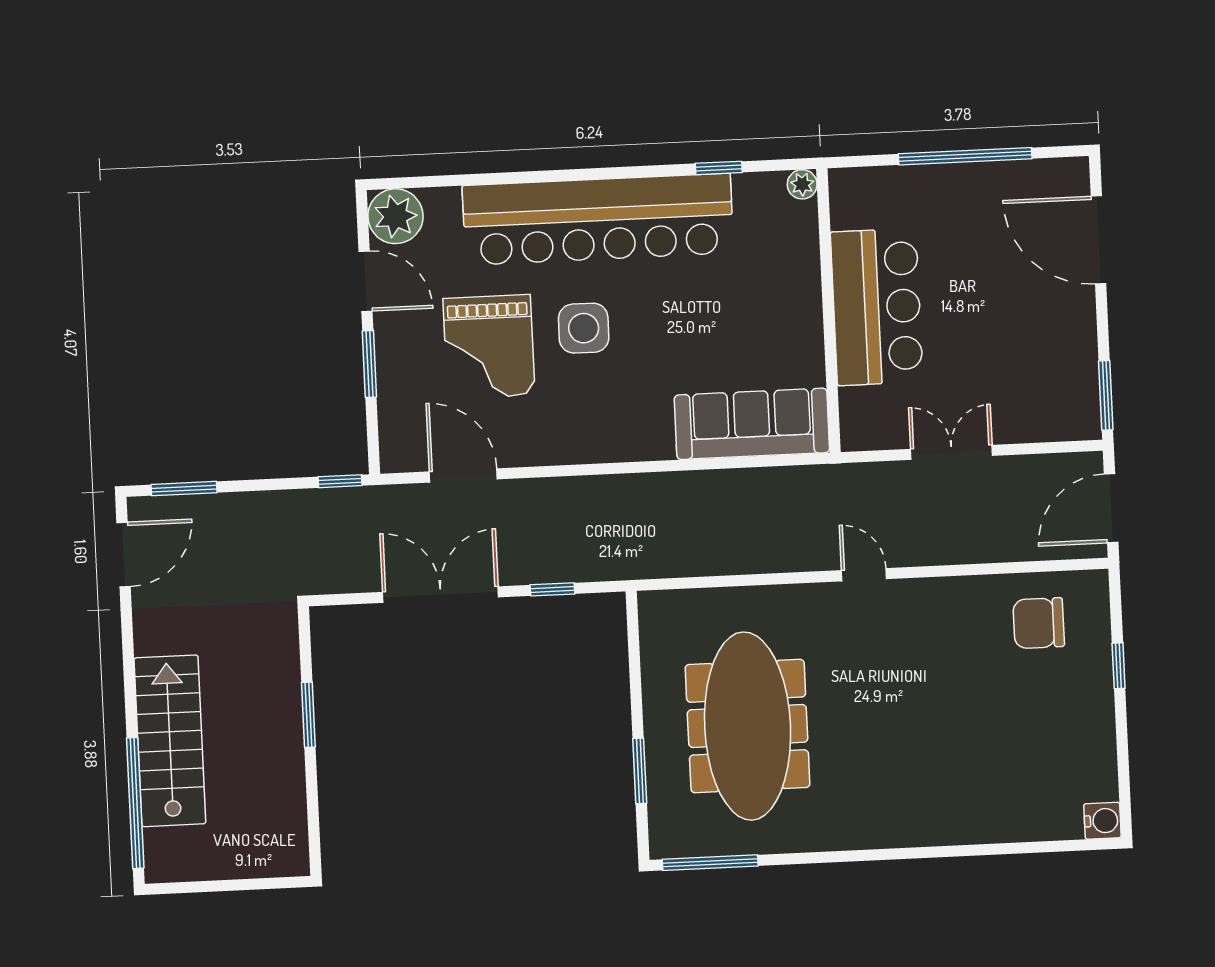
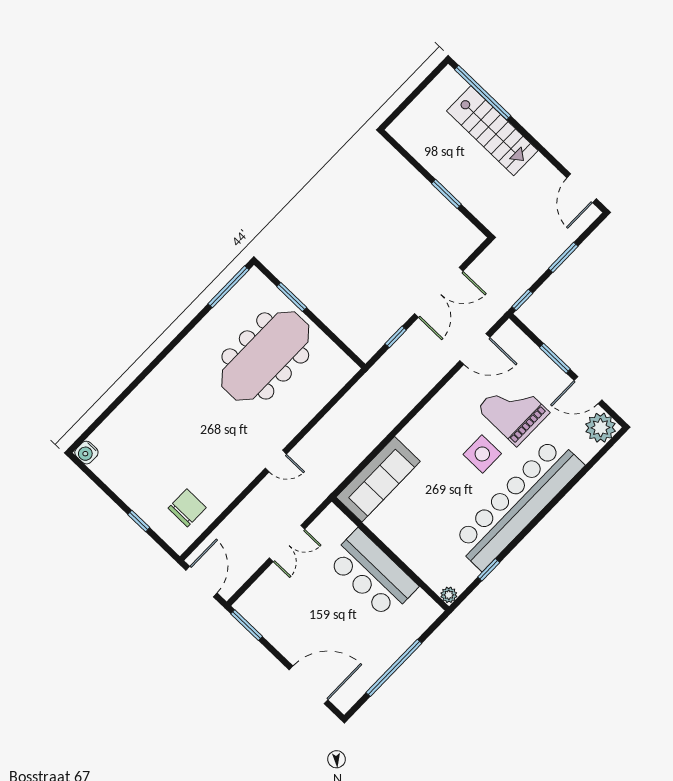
window: (184, 489) -> (563, 257), moved
meeting table: (748, 726) -> (265, 356), turned 90

